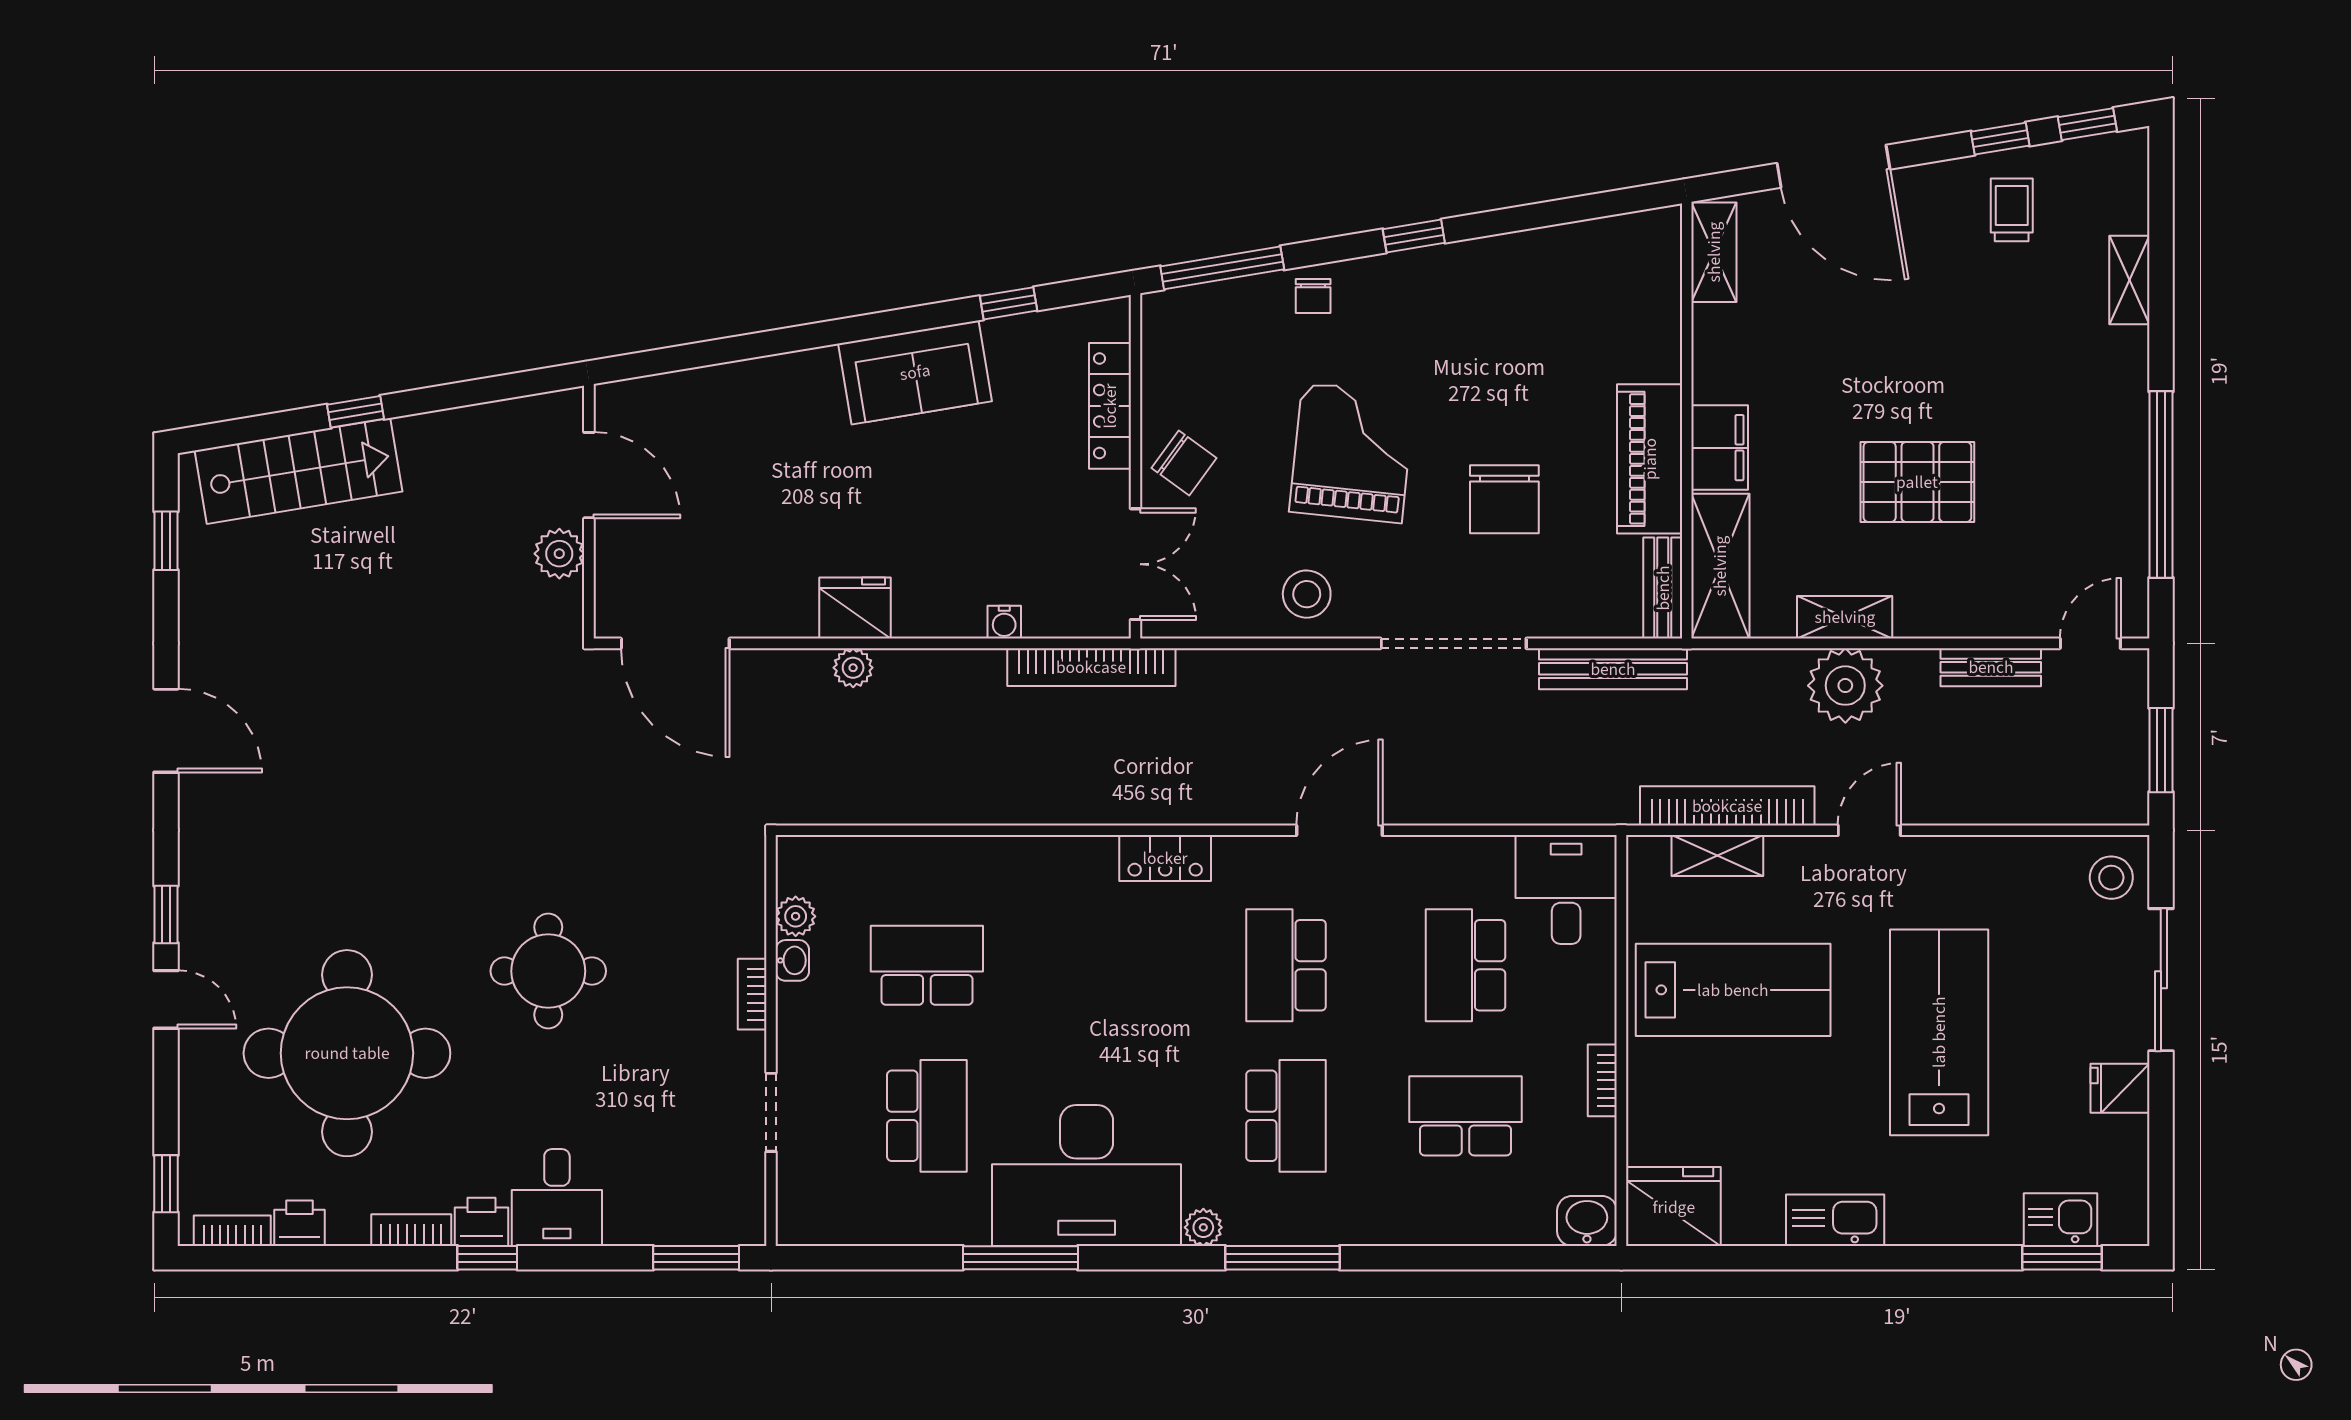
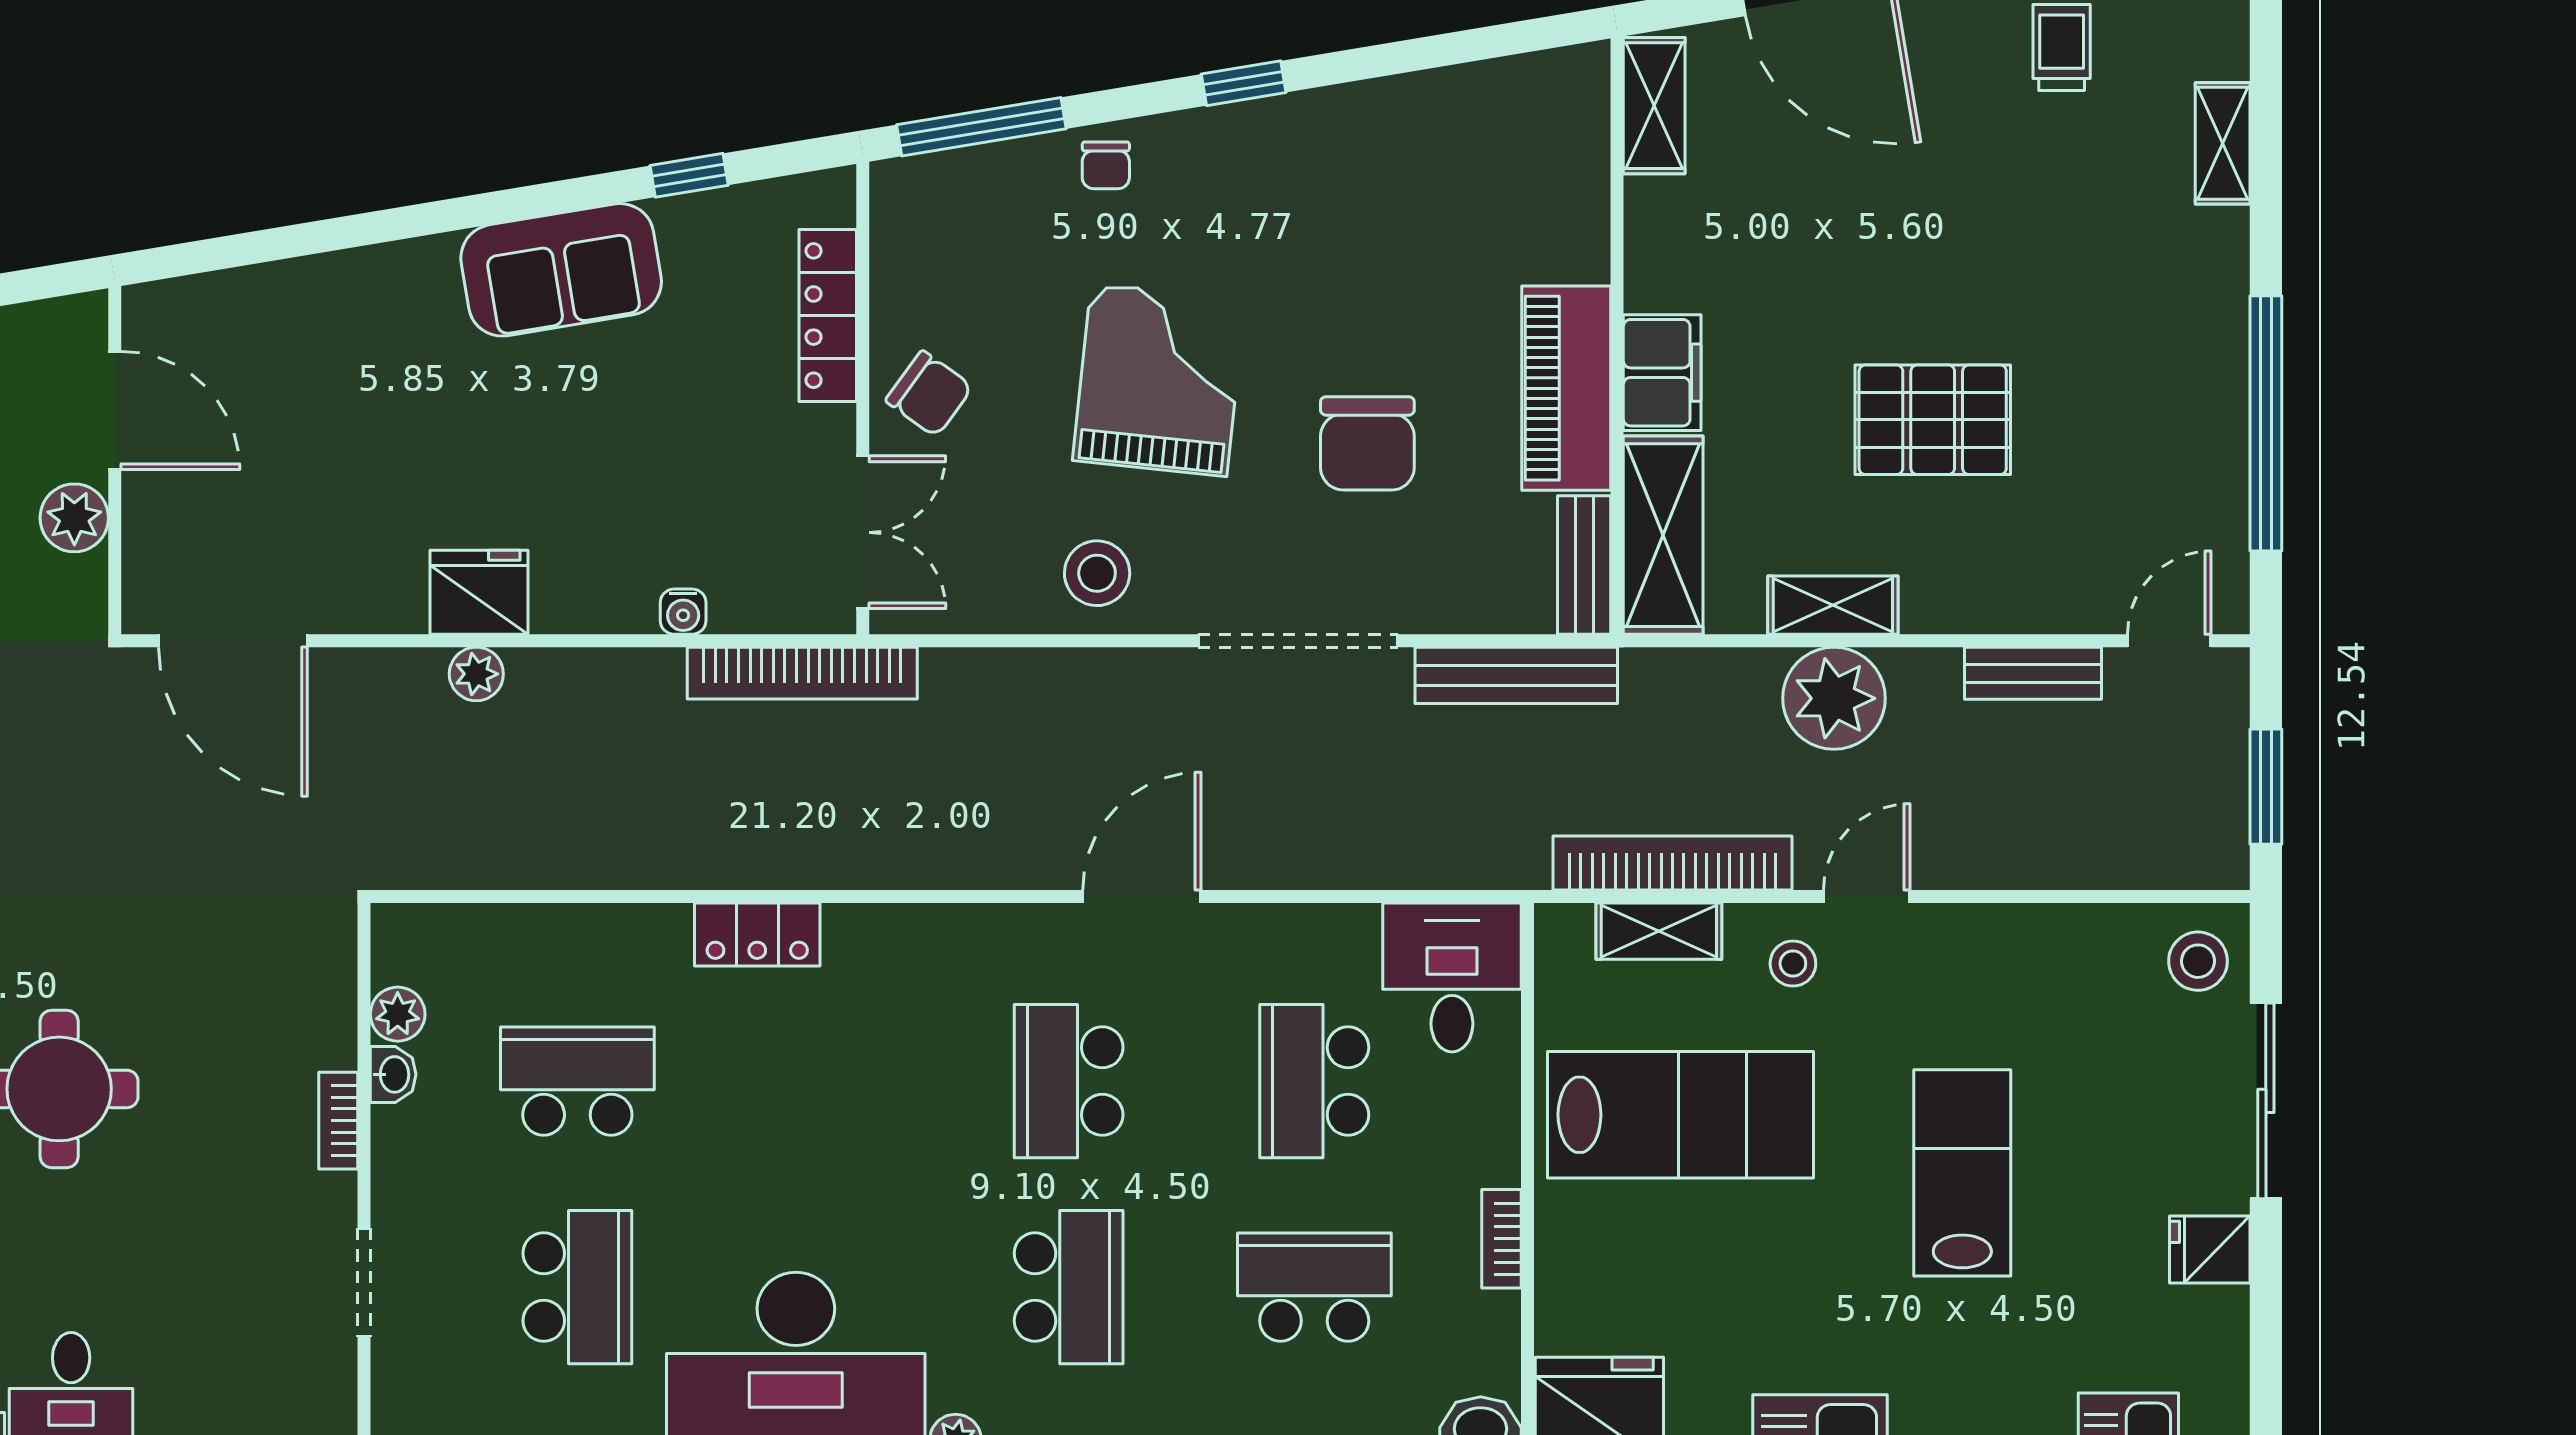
locker: (1165, 858) -> (757, 934), moved
stool: (1815, 879) -> (1793, 964), added
lab bench: (1939, 1032) -> (1962, 1173), width x0.73, depth x0.72

